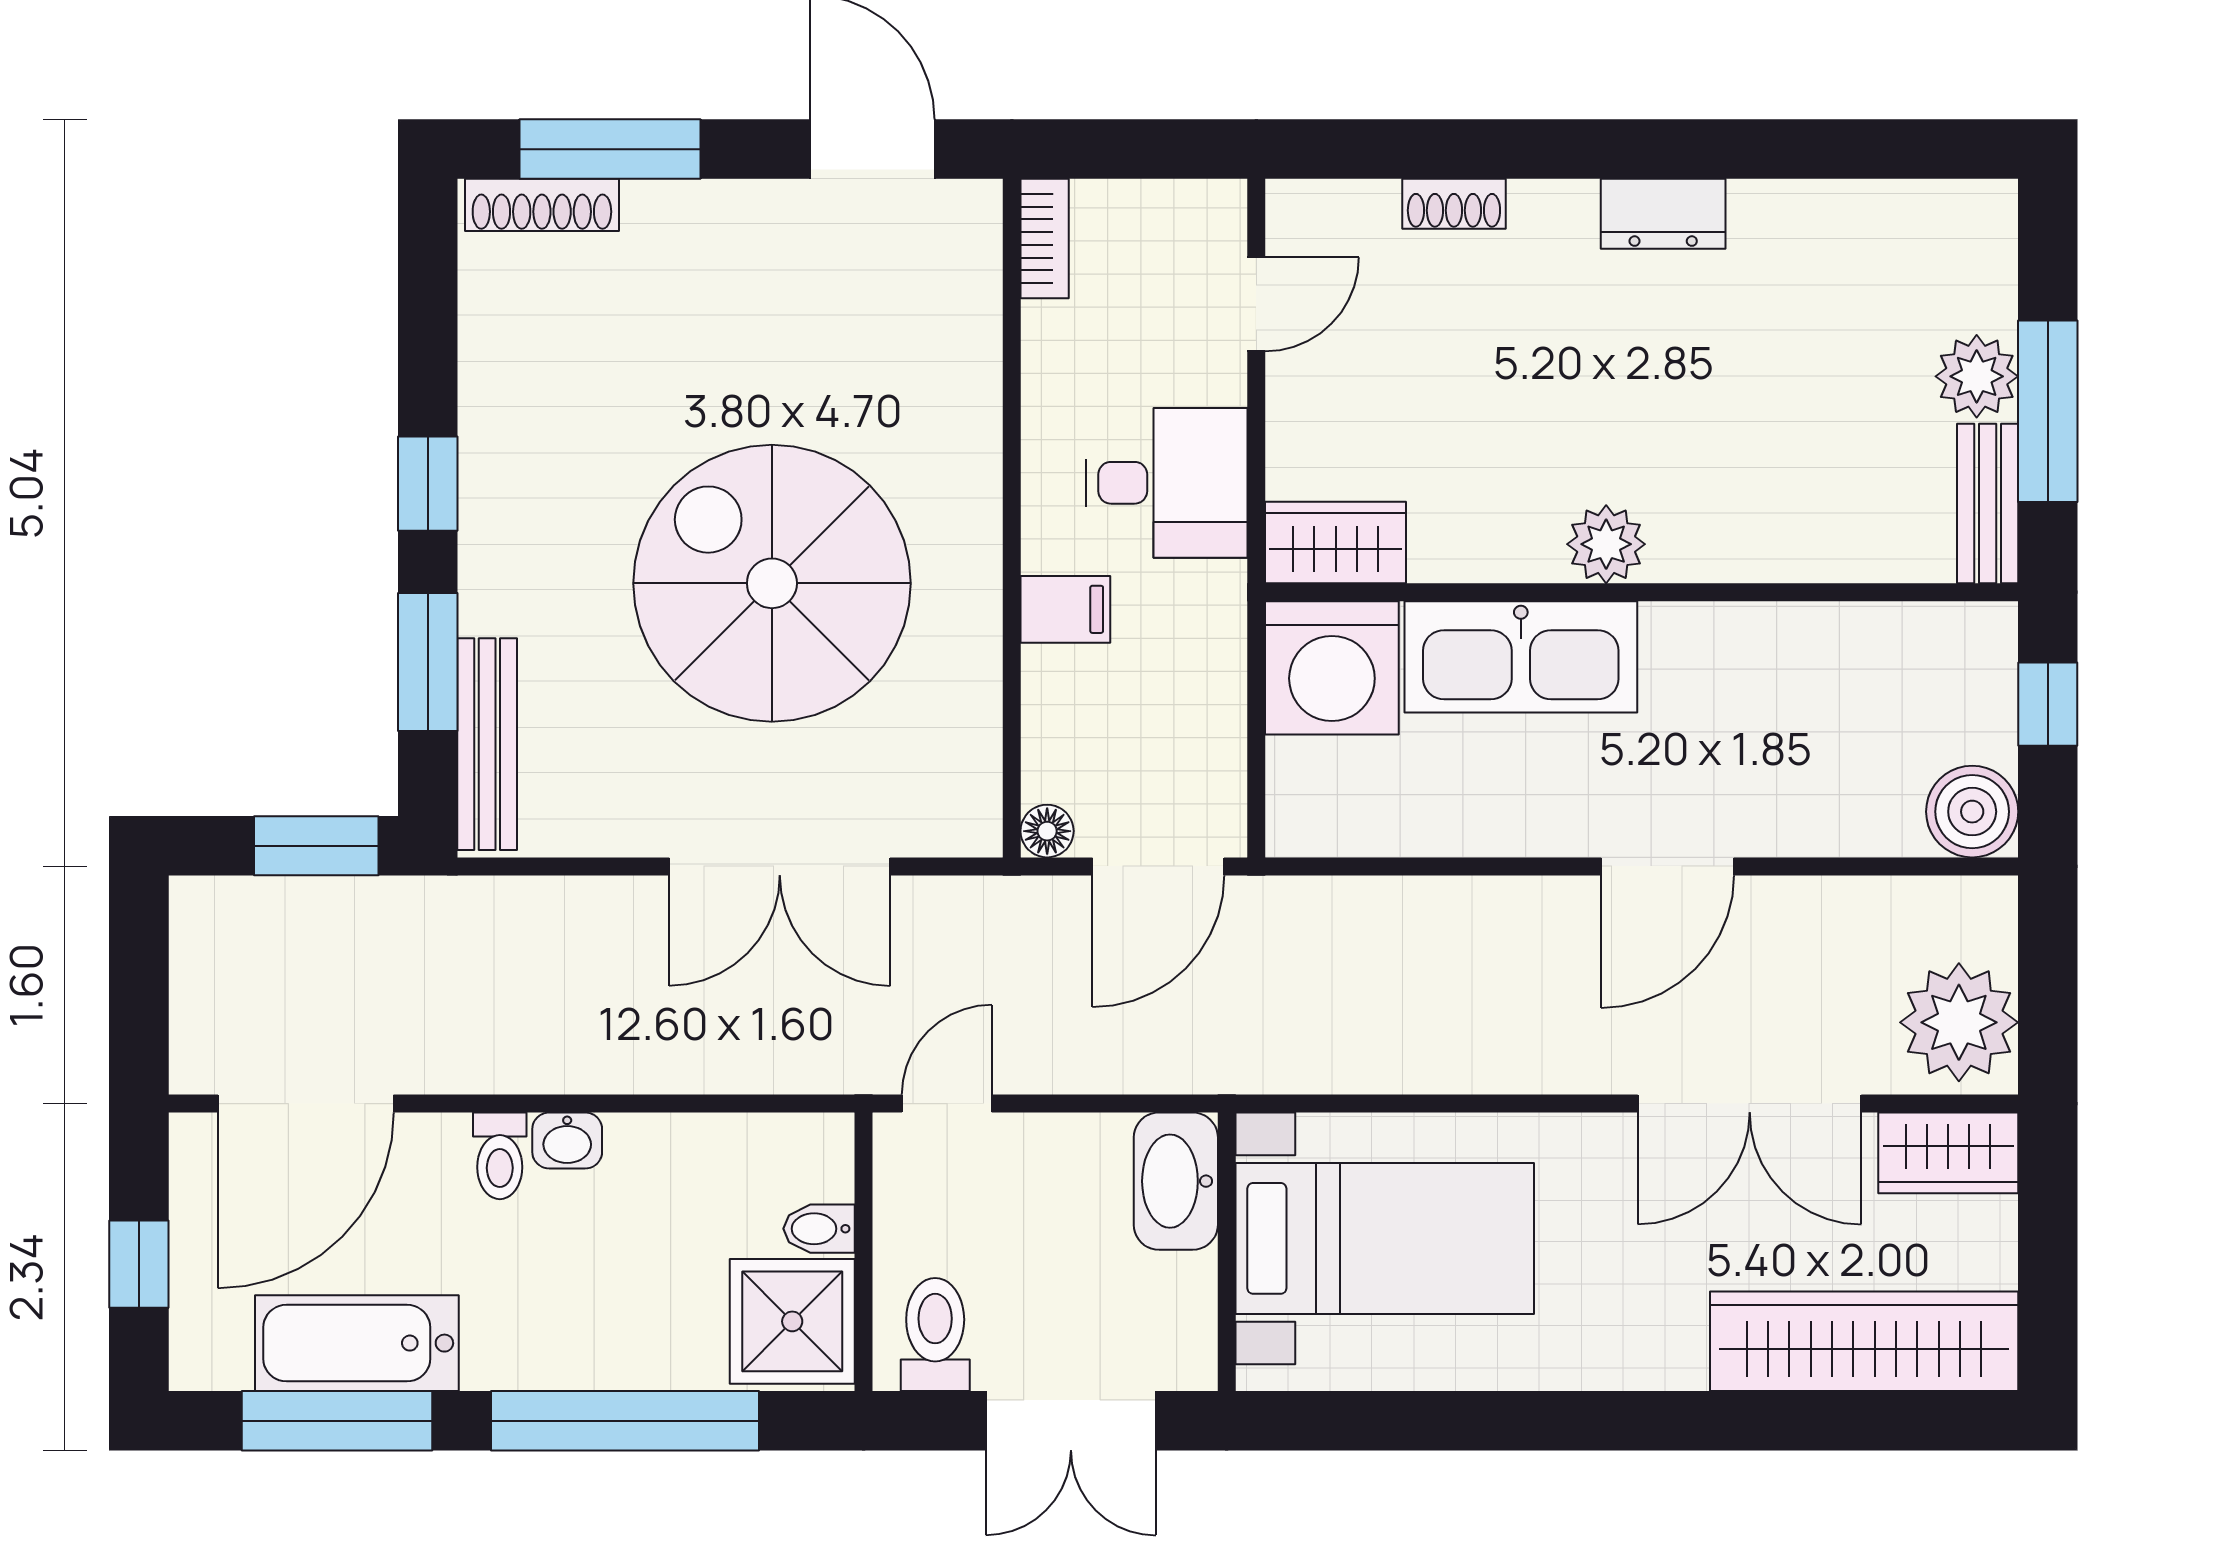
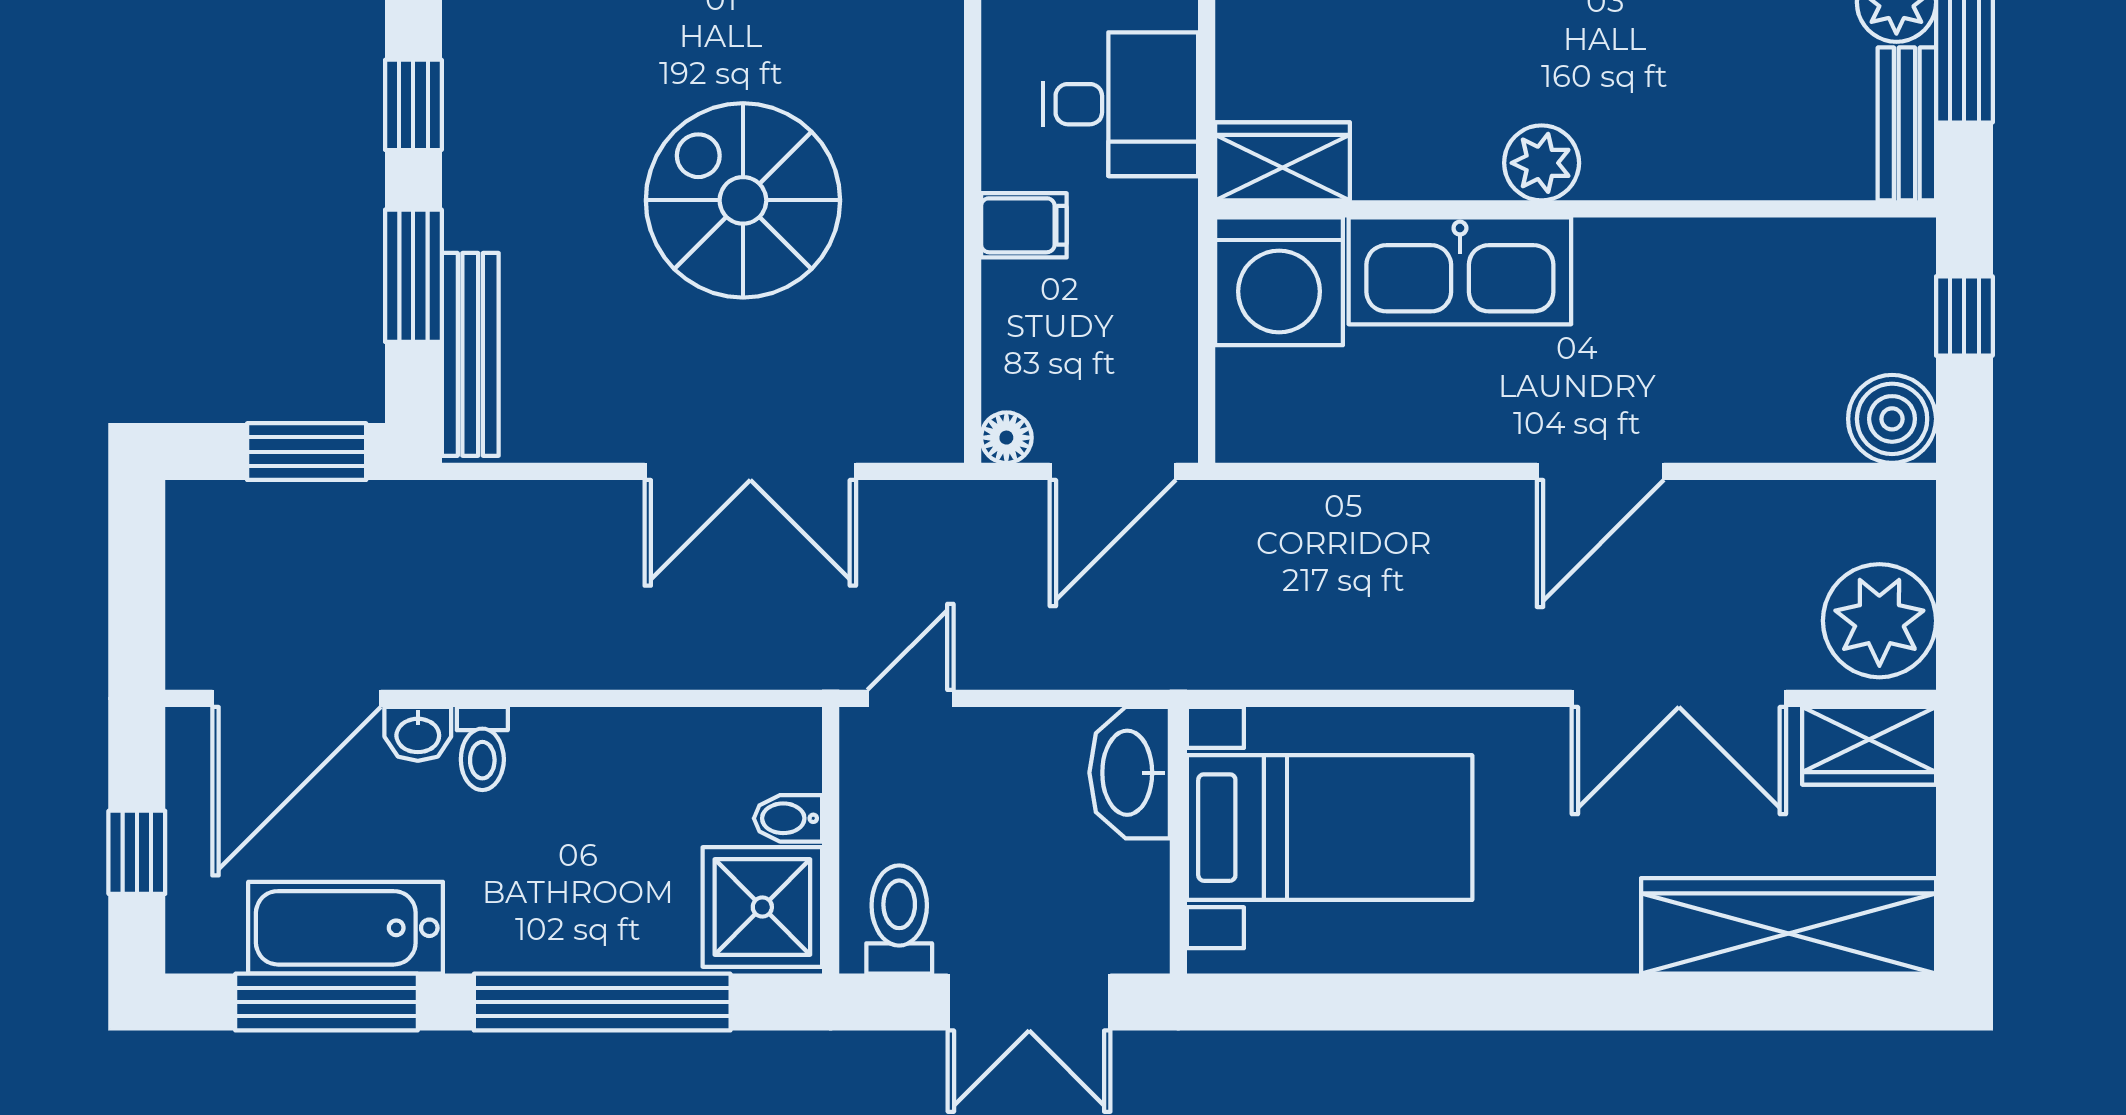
spiral stairs: (772, 583) -> (743, 200), width x0.73, depth x0.73
washbasin: (567, 1141) -> (418, 734), moved

